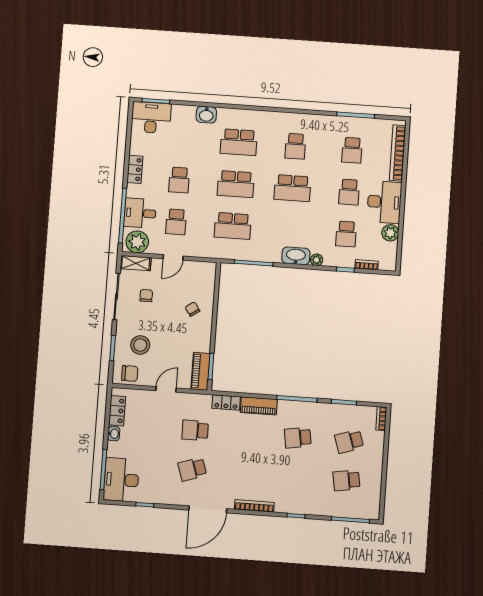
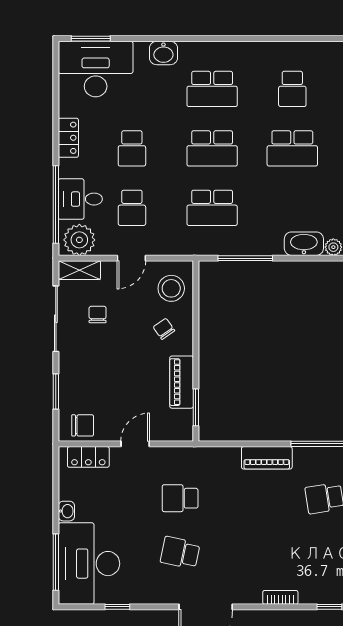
desk: (151, 118) -> (96, 69), width x1.36, depth x1.30
stool: (140, 345) -> (171, 288), moved
piano: (200, 371) -> (182, 382), moved
locker: (226, 402) -> (221, 456), removed
locker: (117, 411) -> (88, 457), moved, turned 90
school desk: (192, 469) -> (180, 553), turned 30
desk: (121, 480) -> (89, 564), width x1.36, depth x1.30
bookcase: (254, 506) -> (280, 597), width x0.64

